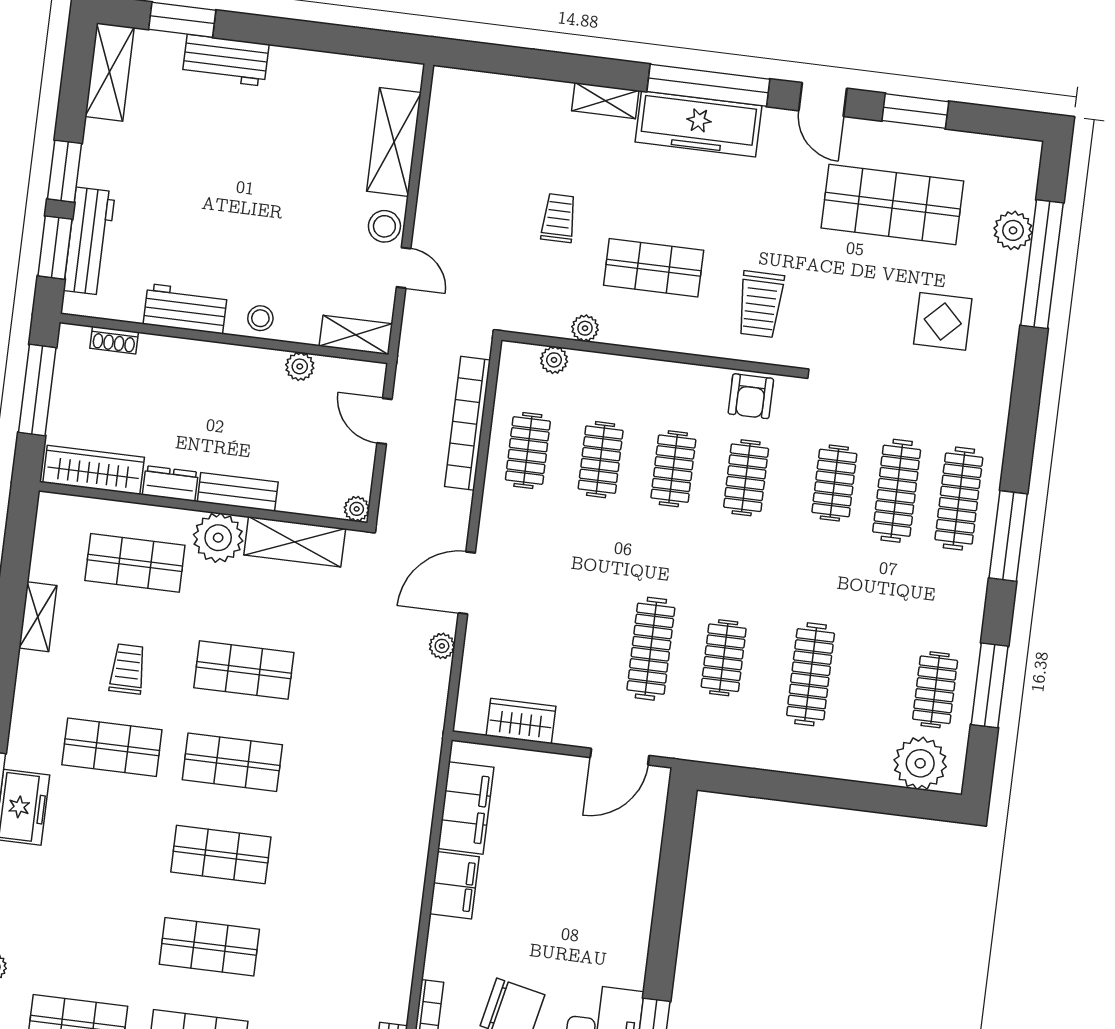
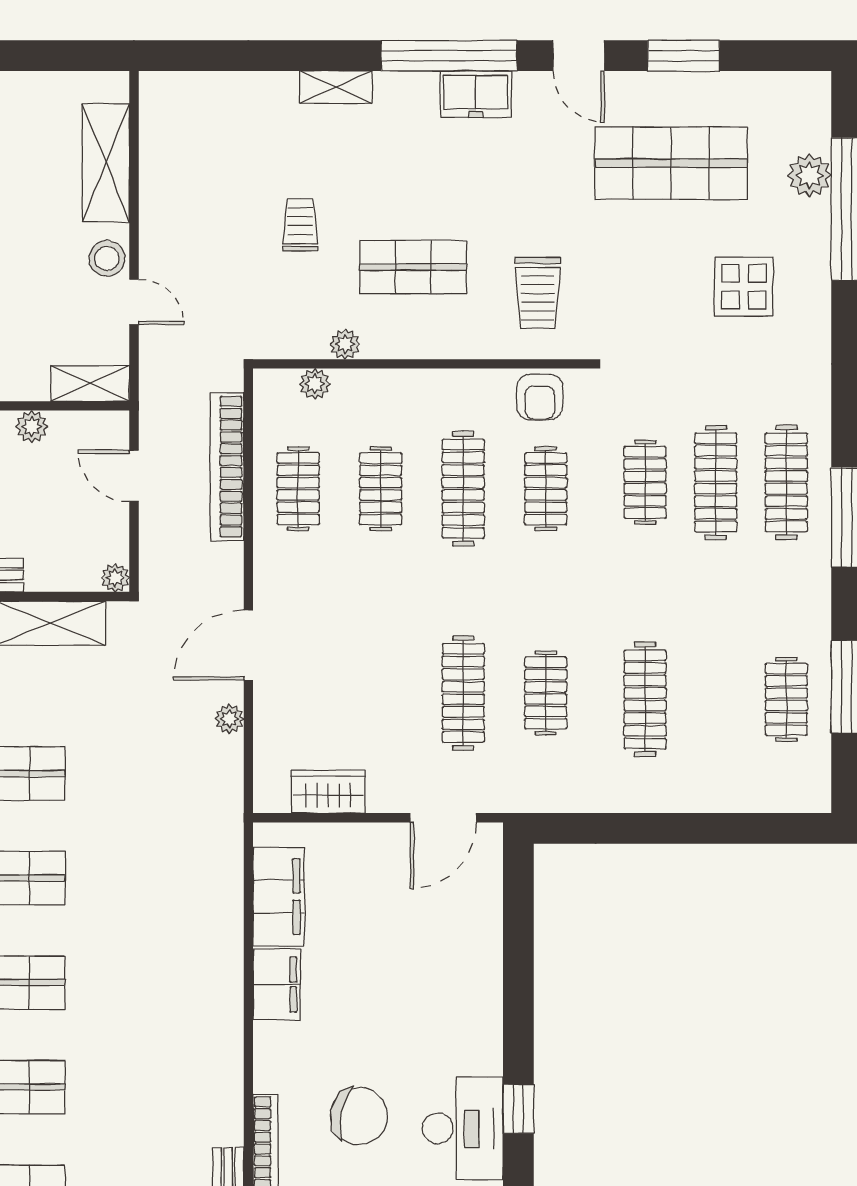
freezer: (698, 124) -> (476, 94), width x0.52, depth x0.79
clothes rail: (673, 469) -> (463, 489), width x1.36
plant: (920, 763) -> (780, 783), removed

